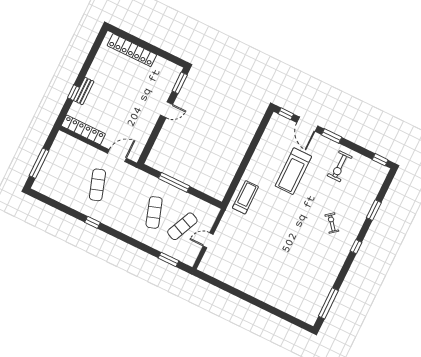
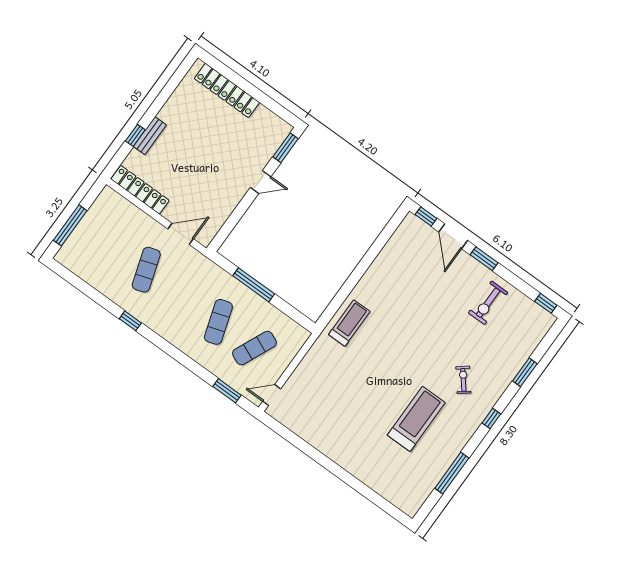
treadmill: (293, 171) -> (416, 419), moved, turned 180
door: (208, 240) -> (272, 395), moved
window: (328, 303) -> (452, 473), moved

